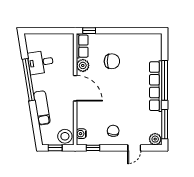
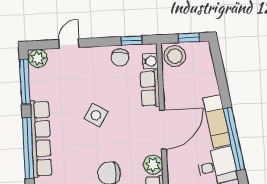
door: (75, 88) -> (163, 130), swing flipped
side table: (119, 100) -> (96, 115), added
exam couch: (42, 108) -> (217, 122), moved
row of seats: (82, 116) -> (150, 89), added
chair: (113, 131) -> (120, 58), moved

